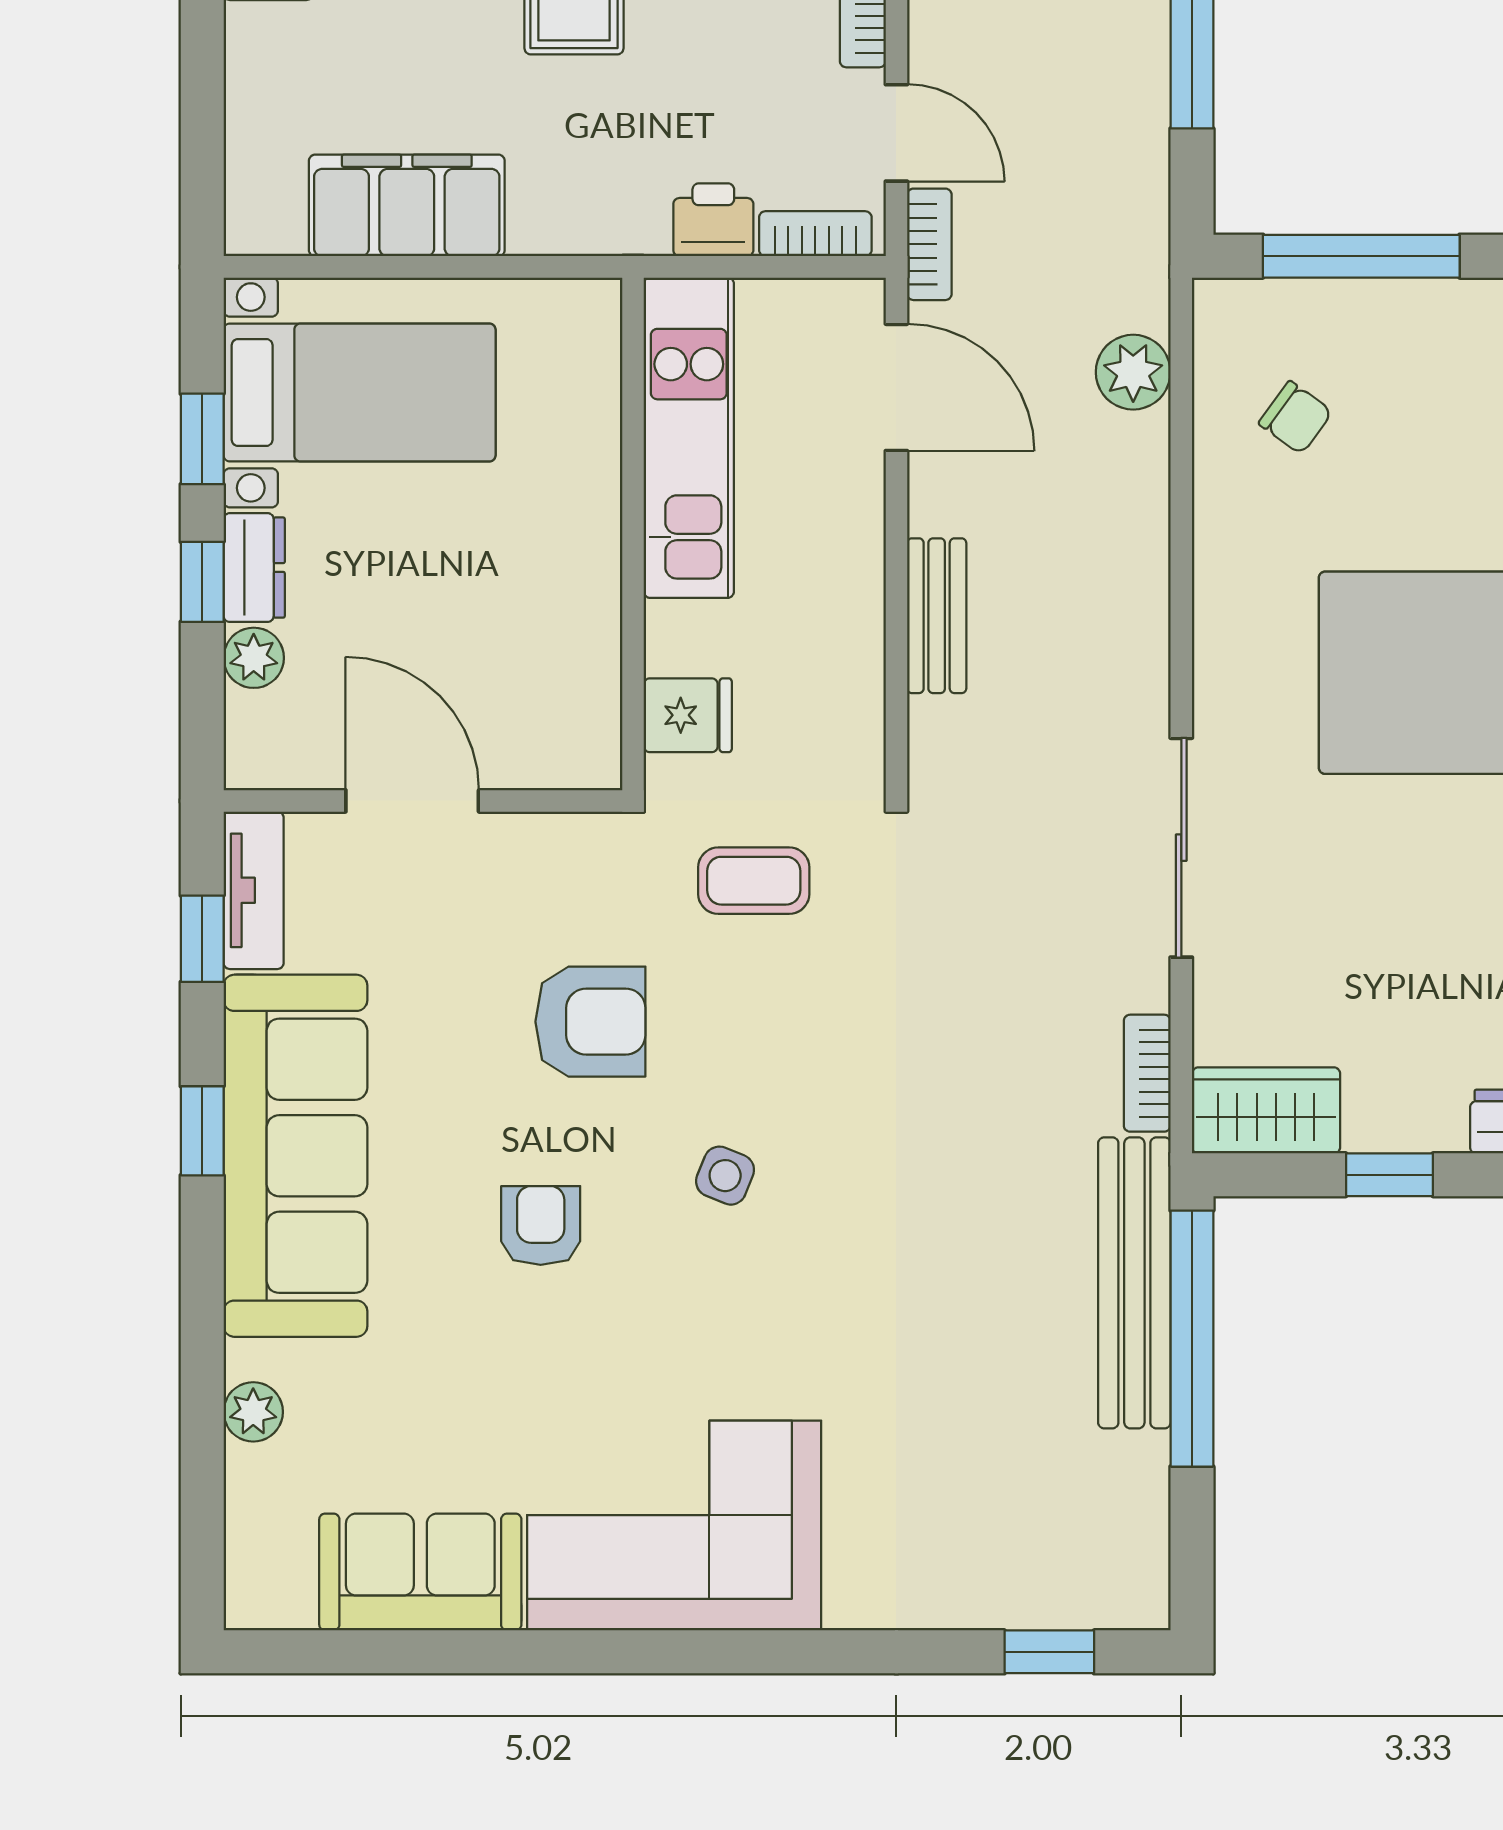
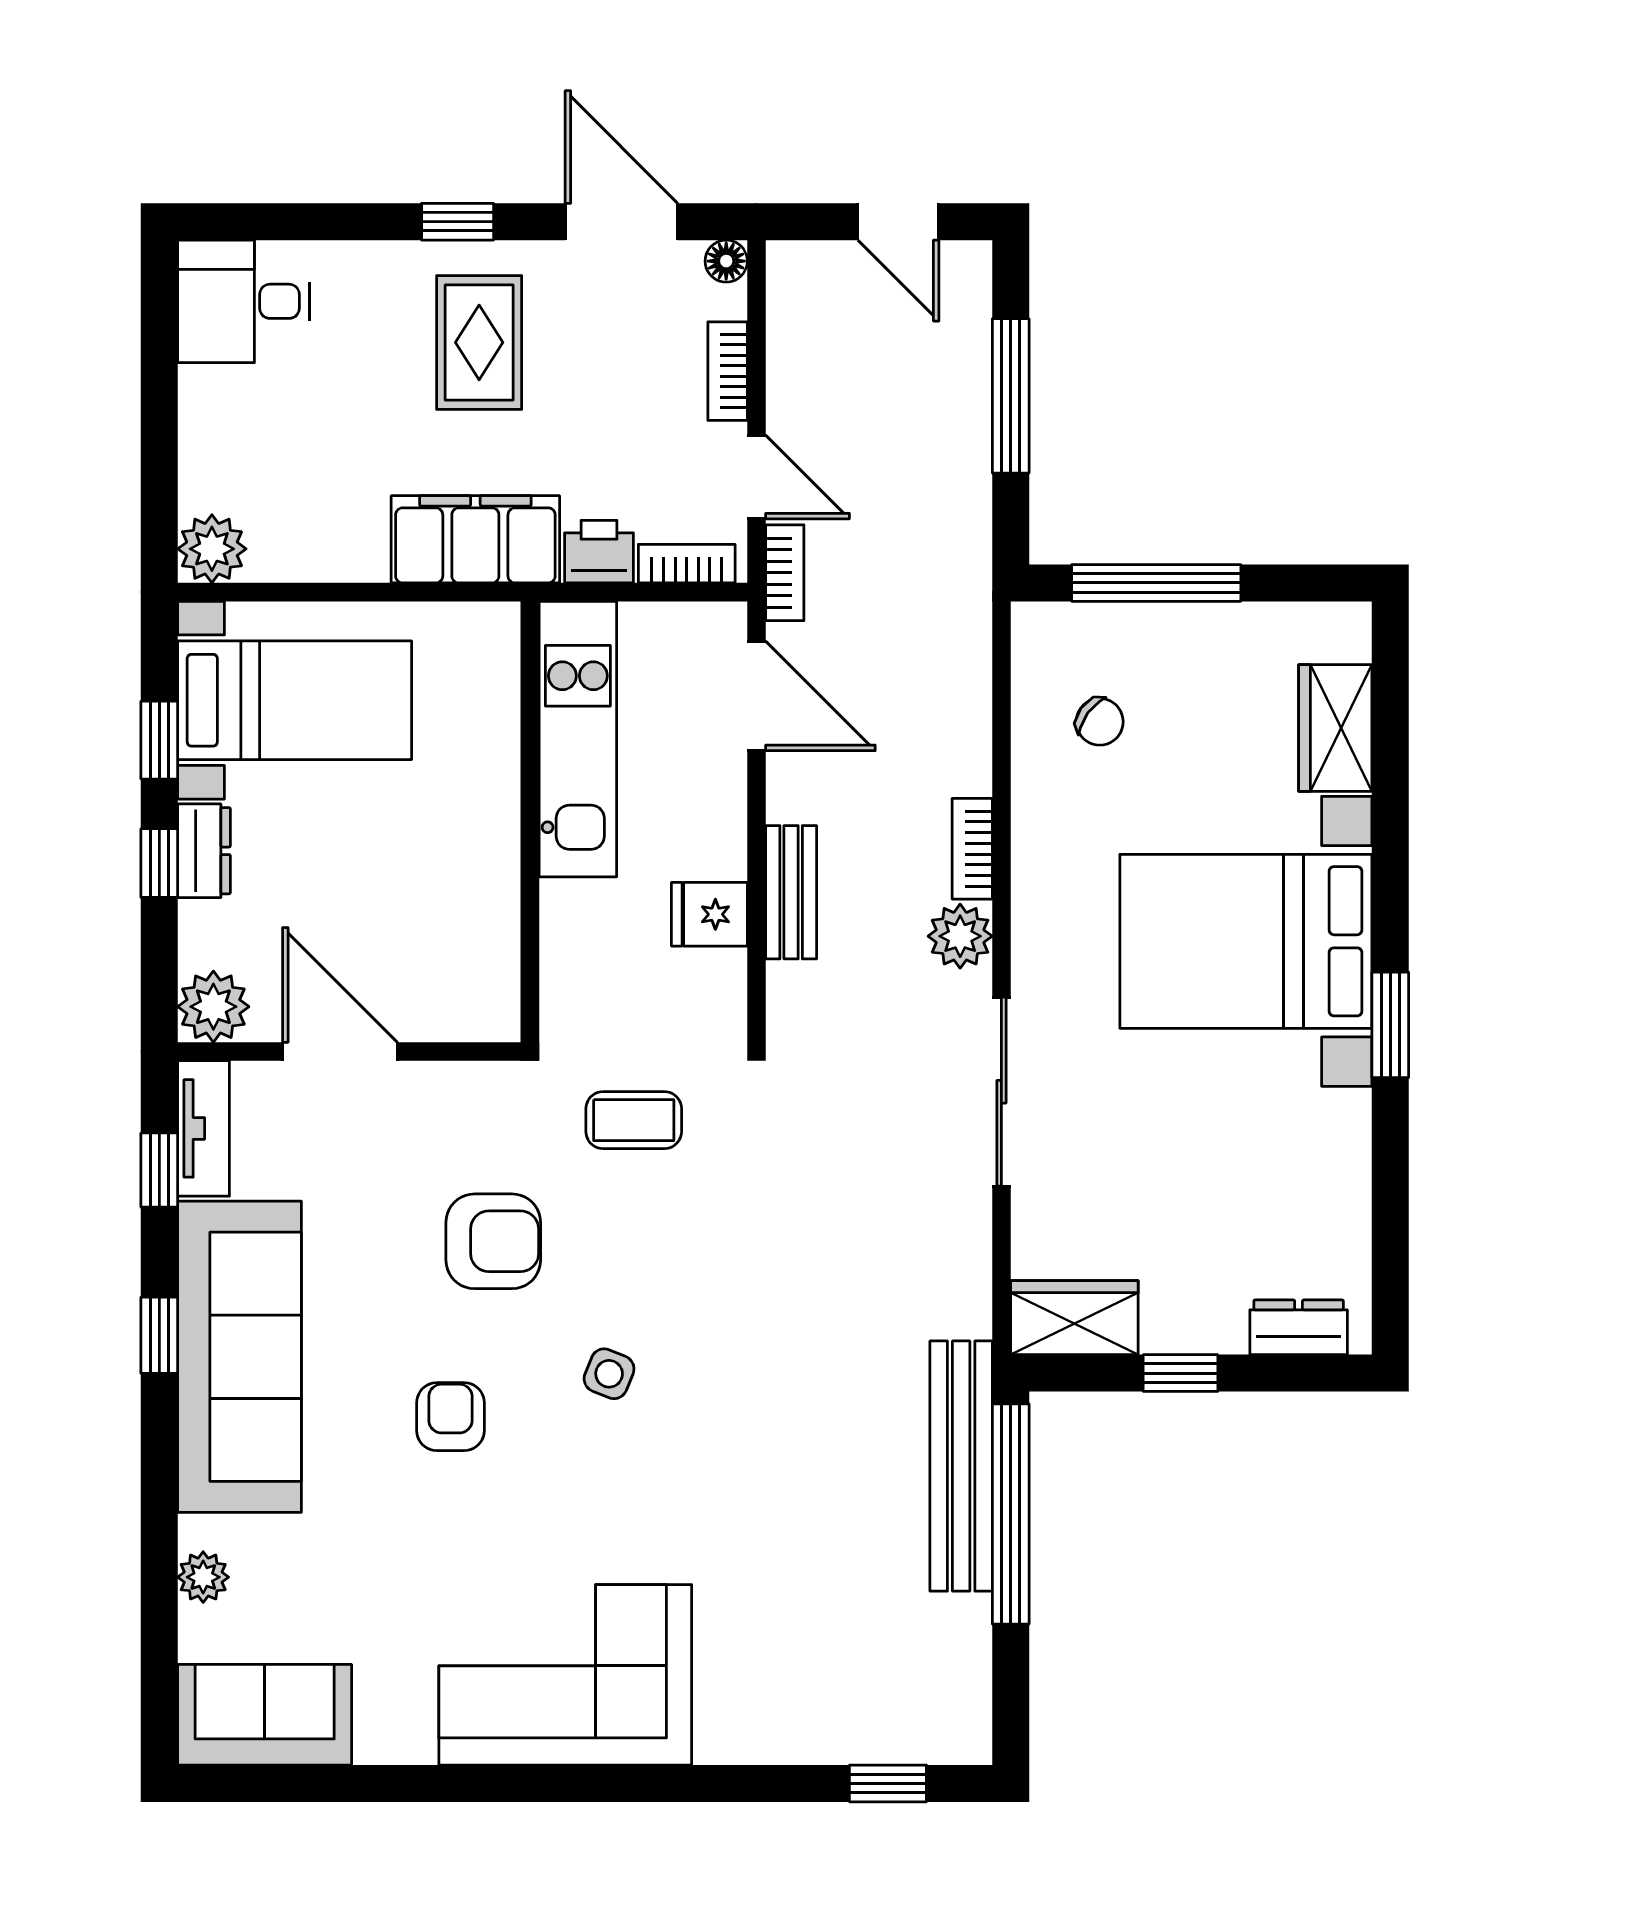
filing cabinet: (407, 205) -> (475, 539), moved
plant: (263, 216) -> (212, 549), added
plant: (1133, 372) -> (960, 936), moved
plant: (254, 658) -> (213, 1007), moved, width x1.38, depth x1.38
fridge: (688, 715) -> (709, 914), moved, turned 180
bookcase: (1147, 1073) -> (972, 849), moved
sofa: (420, 1572) -> (265, 1715), moved

